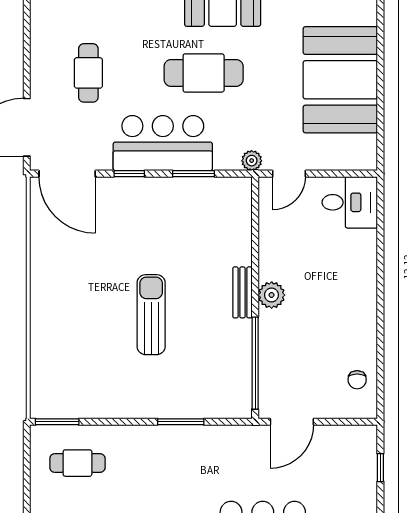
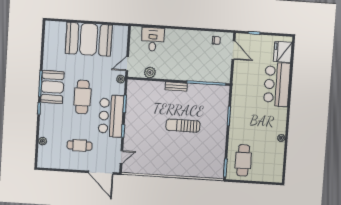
door: (67, 174) -> (121, 157), width x0.53
door: (289, 174) -> (127, 64), swing flipped
desk: (350, 202) -> (153, 39), moved
plant: (272, 295) -> (150, 73), moved
door: (292, 422) -> (233, 50), moved
cafe table: (77, 463) -> (243, 160), width x1.37, depth x1.35

